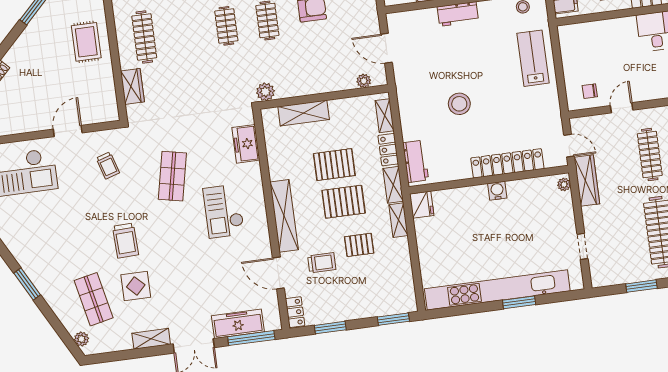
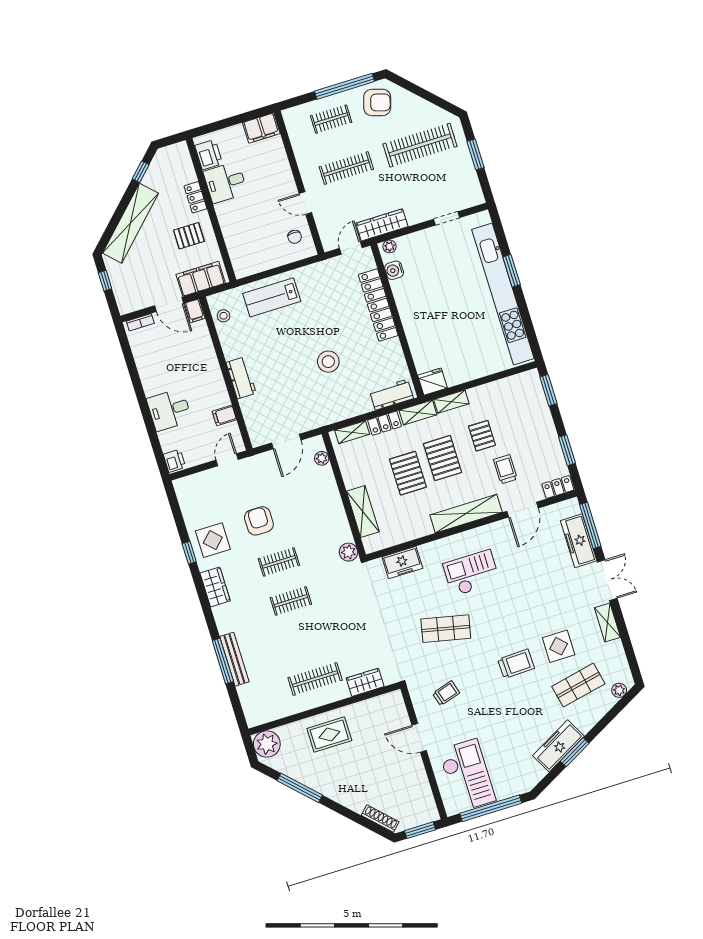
water cooler: (497, 191) -> (394, 270), moved
checkout: (224, 211) -> (471, 573), turned 180
freezer: (36, 269) -> (558, 746), added

